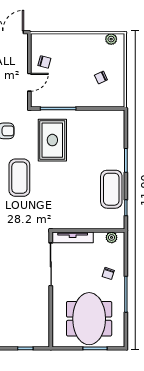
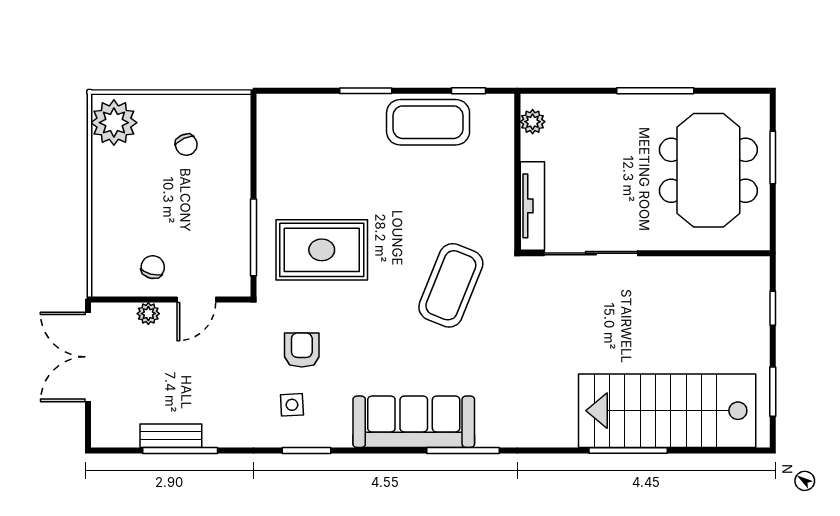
plant: (111, 39) -> (114, 123), width x1.88, depth x1.88
plant: (23, 60) -> (148, 314), added
door: (29, 82) -> (196, 300), swing flipped
coffee table: (19, 178) -> (451, 285), moved, turned -68
chair: (108, 273) -> (610, 129), removed
meeting table: (89, 319) -> (708, 170), turned 90

